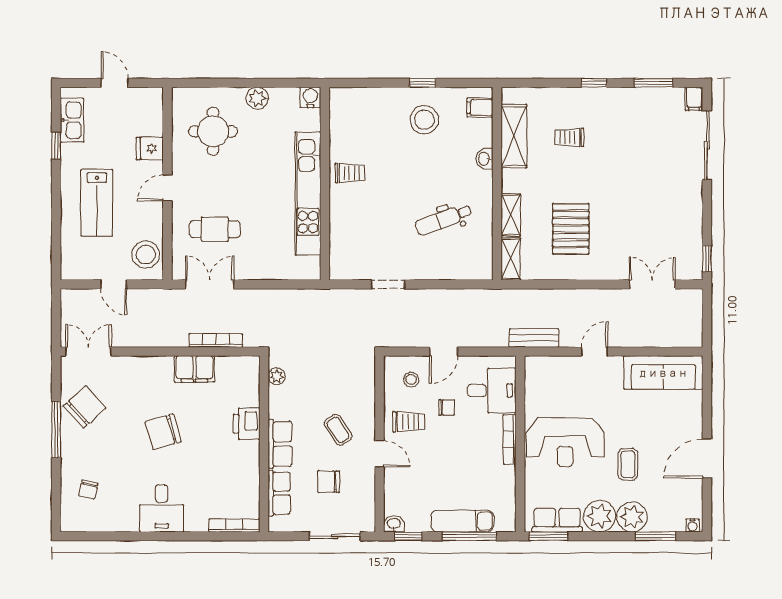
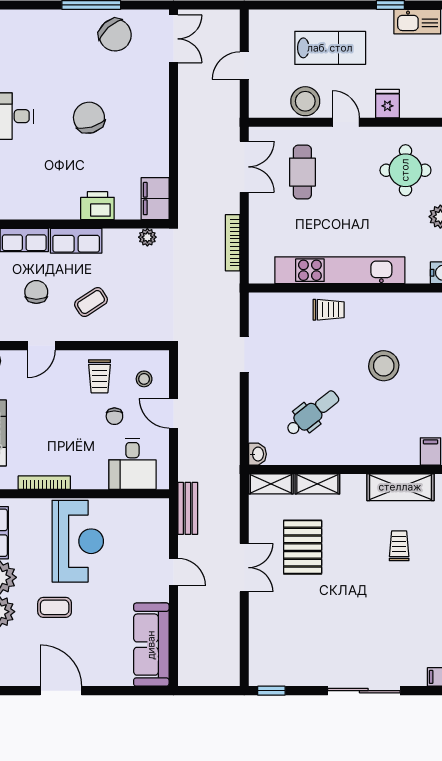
stool: (424, 120) -> (384, 366), moved
sliding door: (707, 145) -> (364, 691), moved
washbasin: (484, 159) -> (257, 454), moved, turned 90
trolley: (350, 173) -> (329, 310), moved, turned -90
lab bench: (97, 203) -> (330, 48), turned 180
dental chair: (443, 219) -> (313, 413), turned 72
pallet: (571, 229) -> (303, 547), turned 90
stool: (146, 255) -> (305, 101), moved
double door: (652, 284) -> (244, 568), moved
bookcase: (216, 340) -> (233, 243), moved, turned 180
filing cabinet: (194, 369) -> (155, 199), moved
bookcase: (510, 439) -> (44, 483), moved
reception desk: (565, 442) -> (78, 541), turned 180
door: (379, 454) -> (41, 346), moved
chair: (88, 489) -> (28, 39), removed

